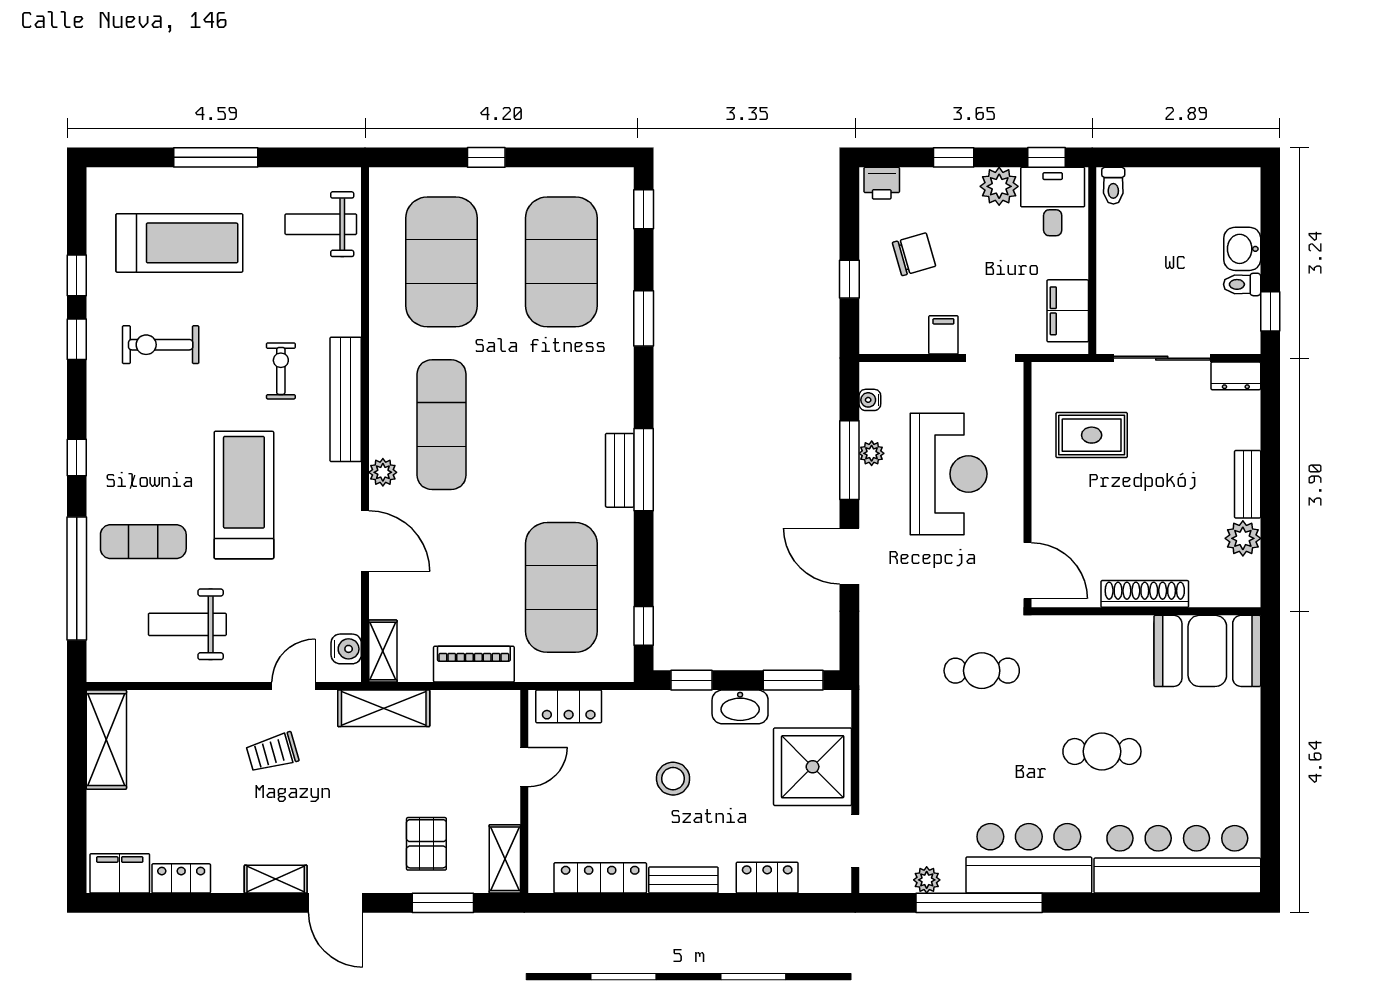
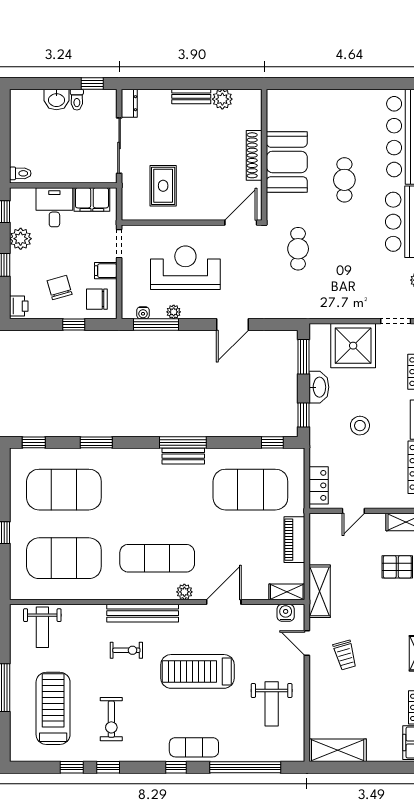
desk: (1053, 201) -> (54, 207), moved, turned 90
chair: (894, 319) -> (97, 299), added
exercise bike: (281, 371) -> (126, 650), turned 180
window: (849, 460) -> (156, 324), moved
exercise mat: (143, 542) -> (194, 747), moved, turned 90
booth: (1207, 651) -> (287, 162), moved
door: (524, 767) -> (353, 511), swing flipped

